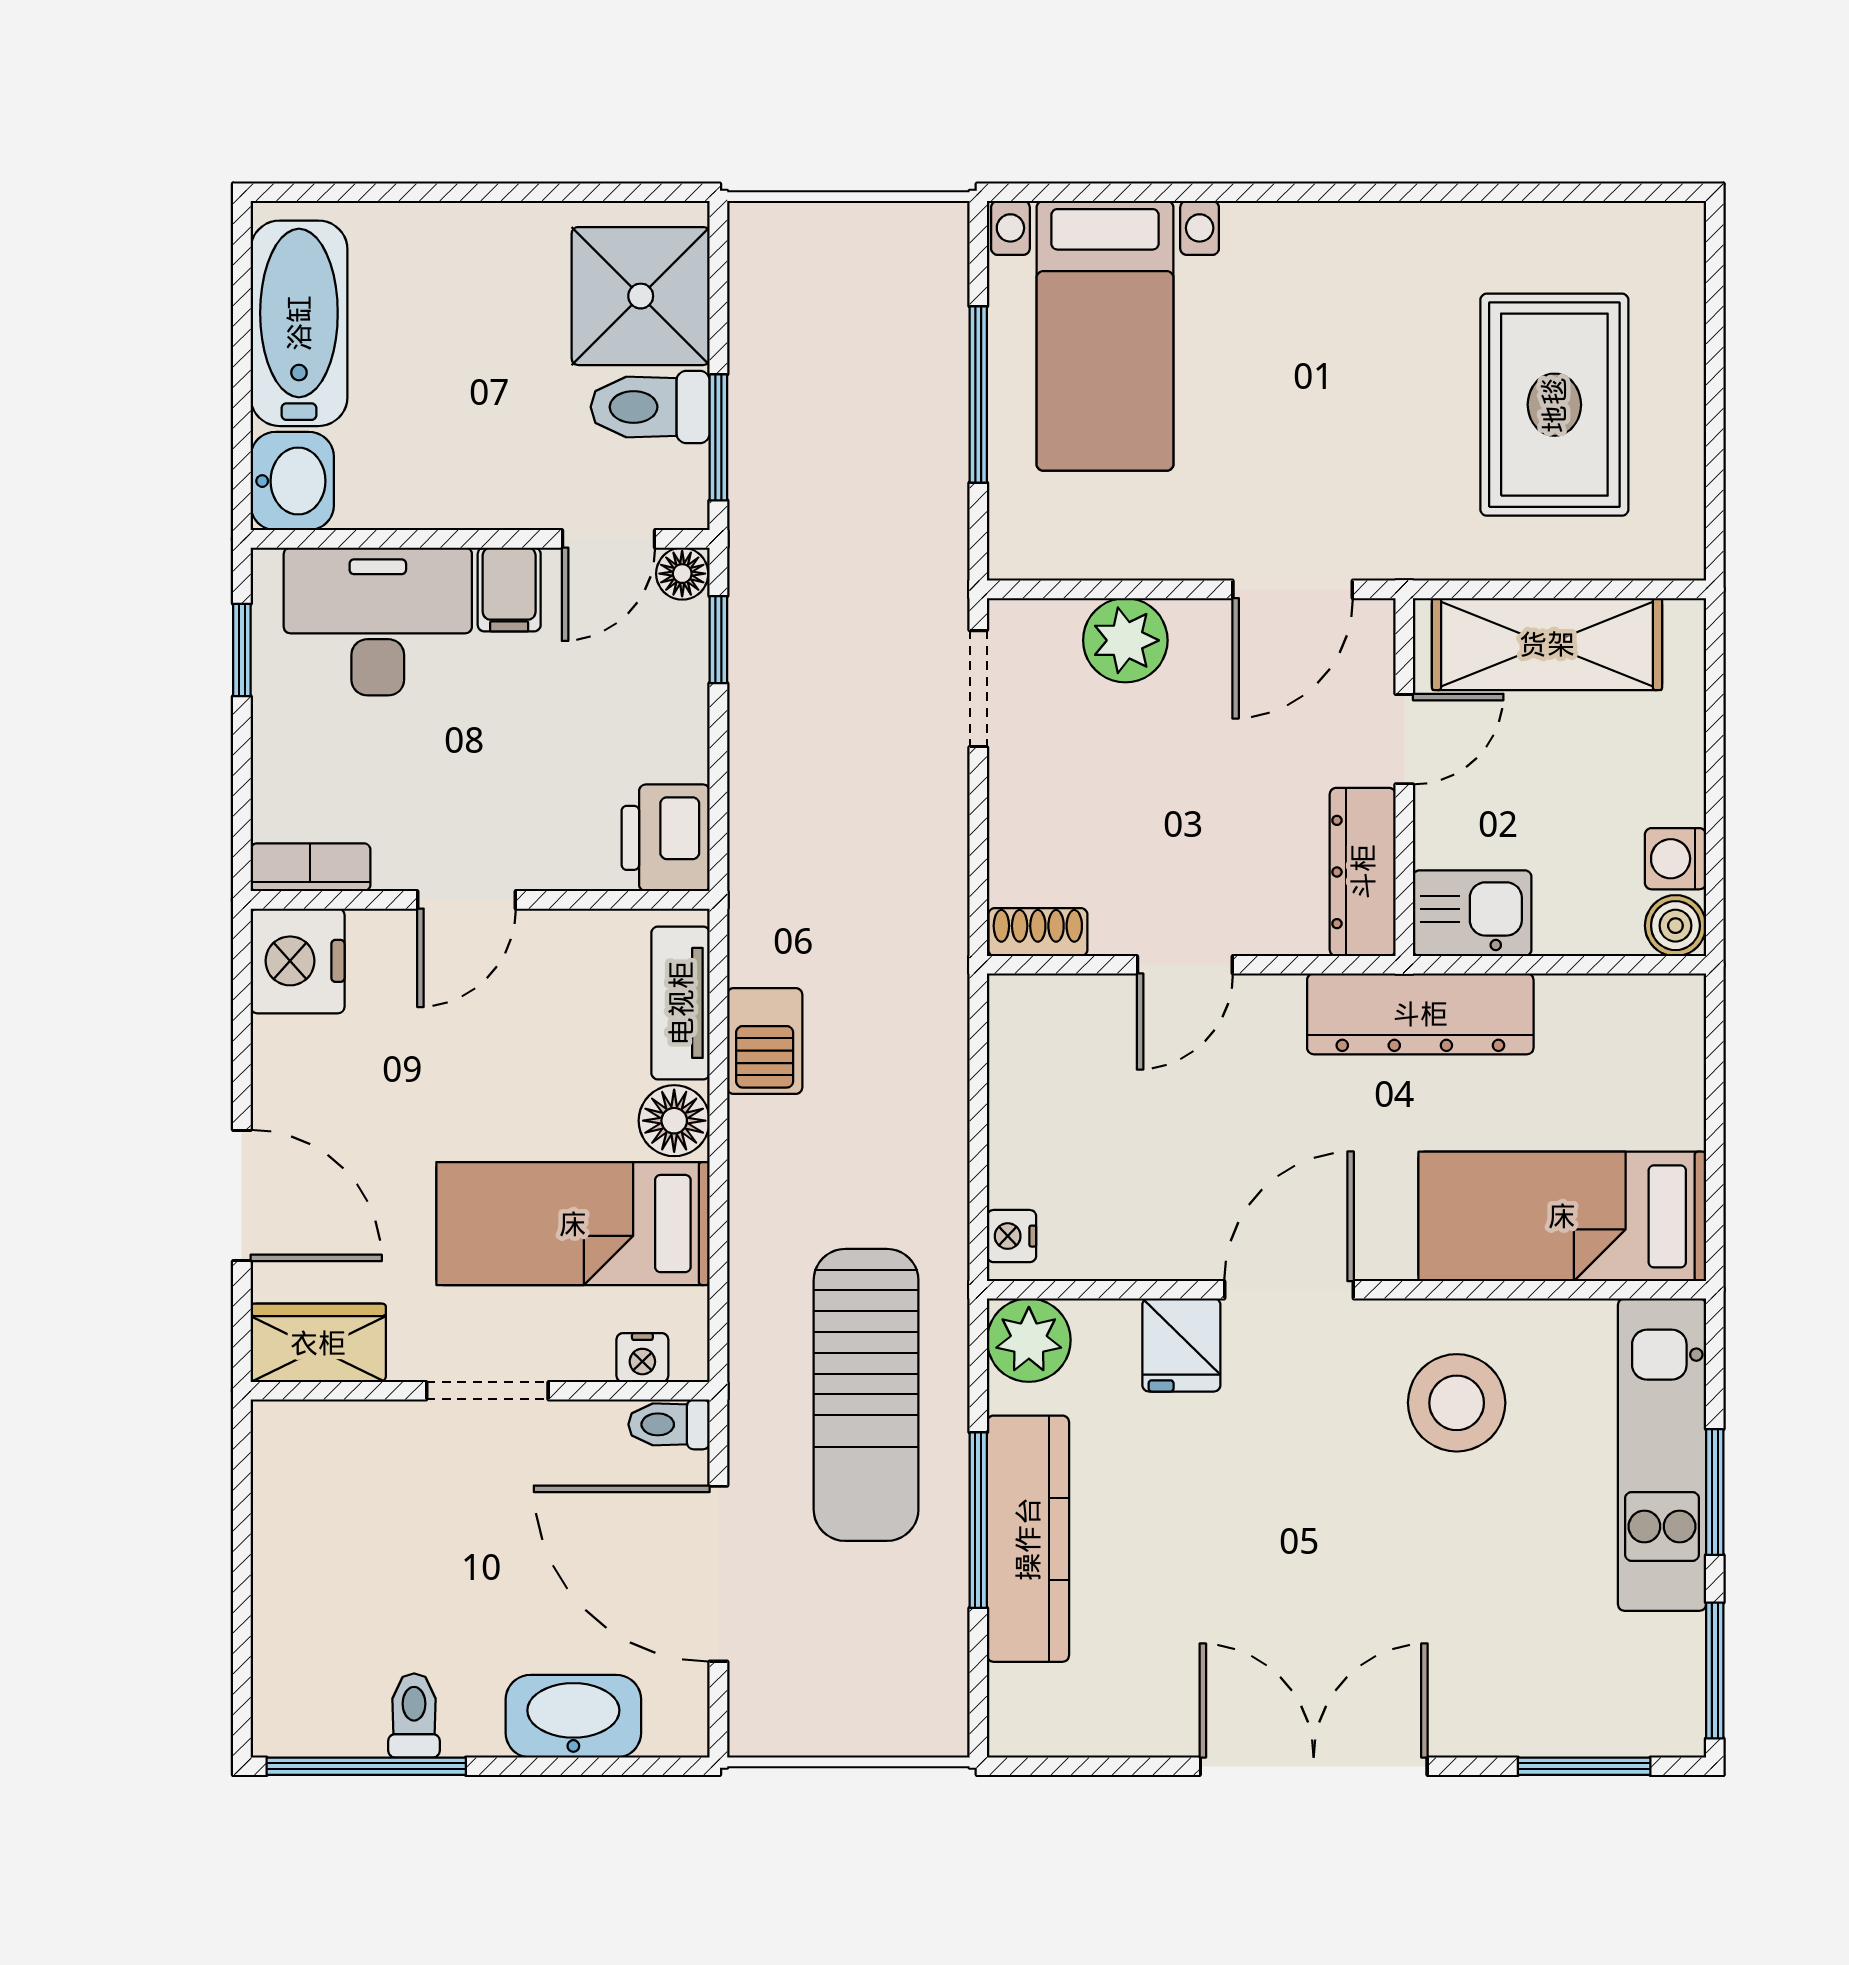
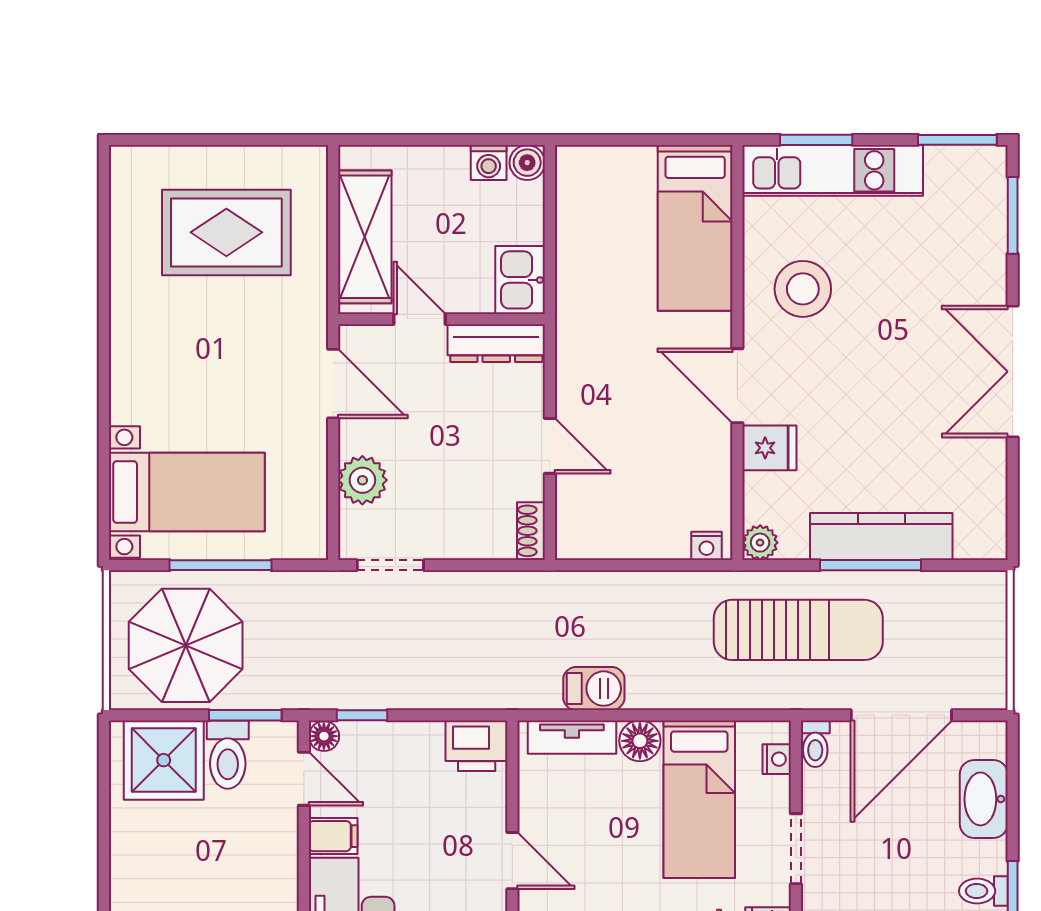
parasol: (839, 334) -> (186, 645), added
dresser: (1420, 1014) -> (578, 310), removed
plant: (1029, 1340) -> (760, 543), width x0.73, depth x0.73
window: (1715, 1492) -> (816, 140), moved

